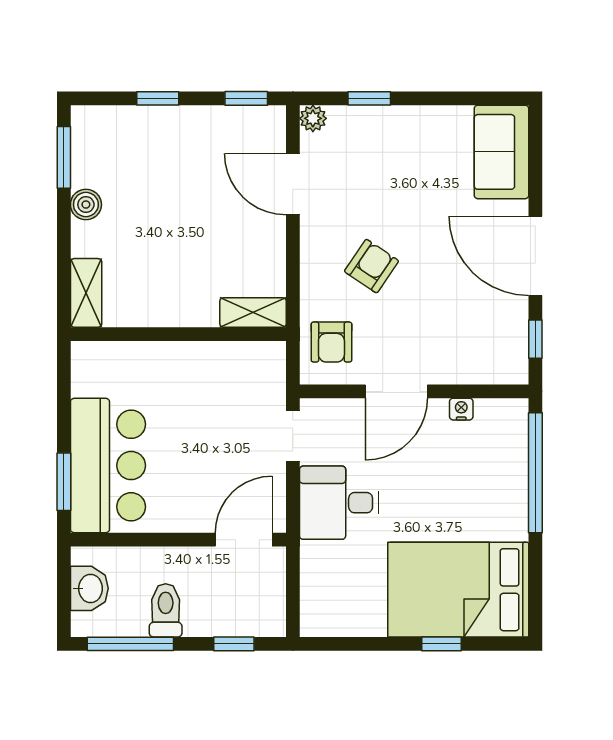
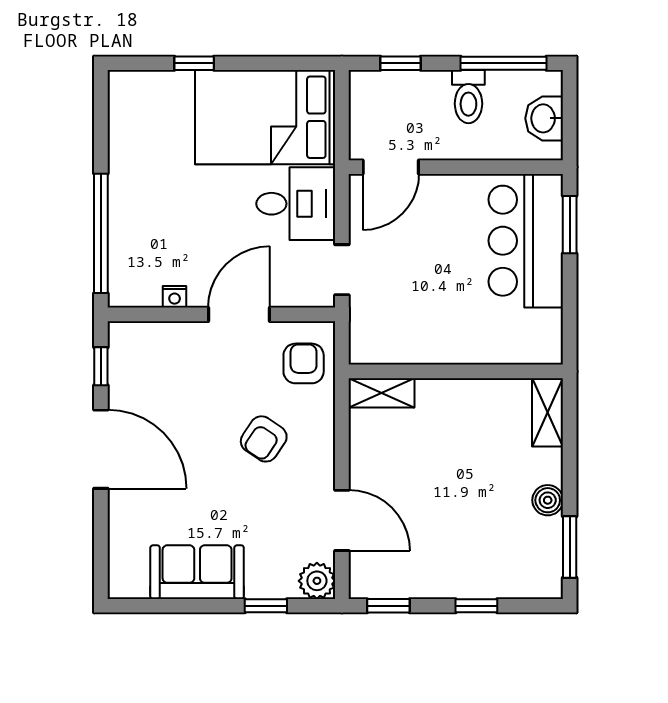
plant: (313, 118) -> (317, 581), width x1.38, depth x1.38
sofa: (501, 152) -> (197, 572), moved, turned -90
bed: (458, 590) -> (265, 117), moved, turned 180

